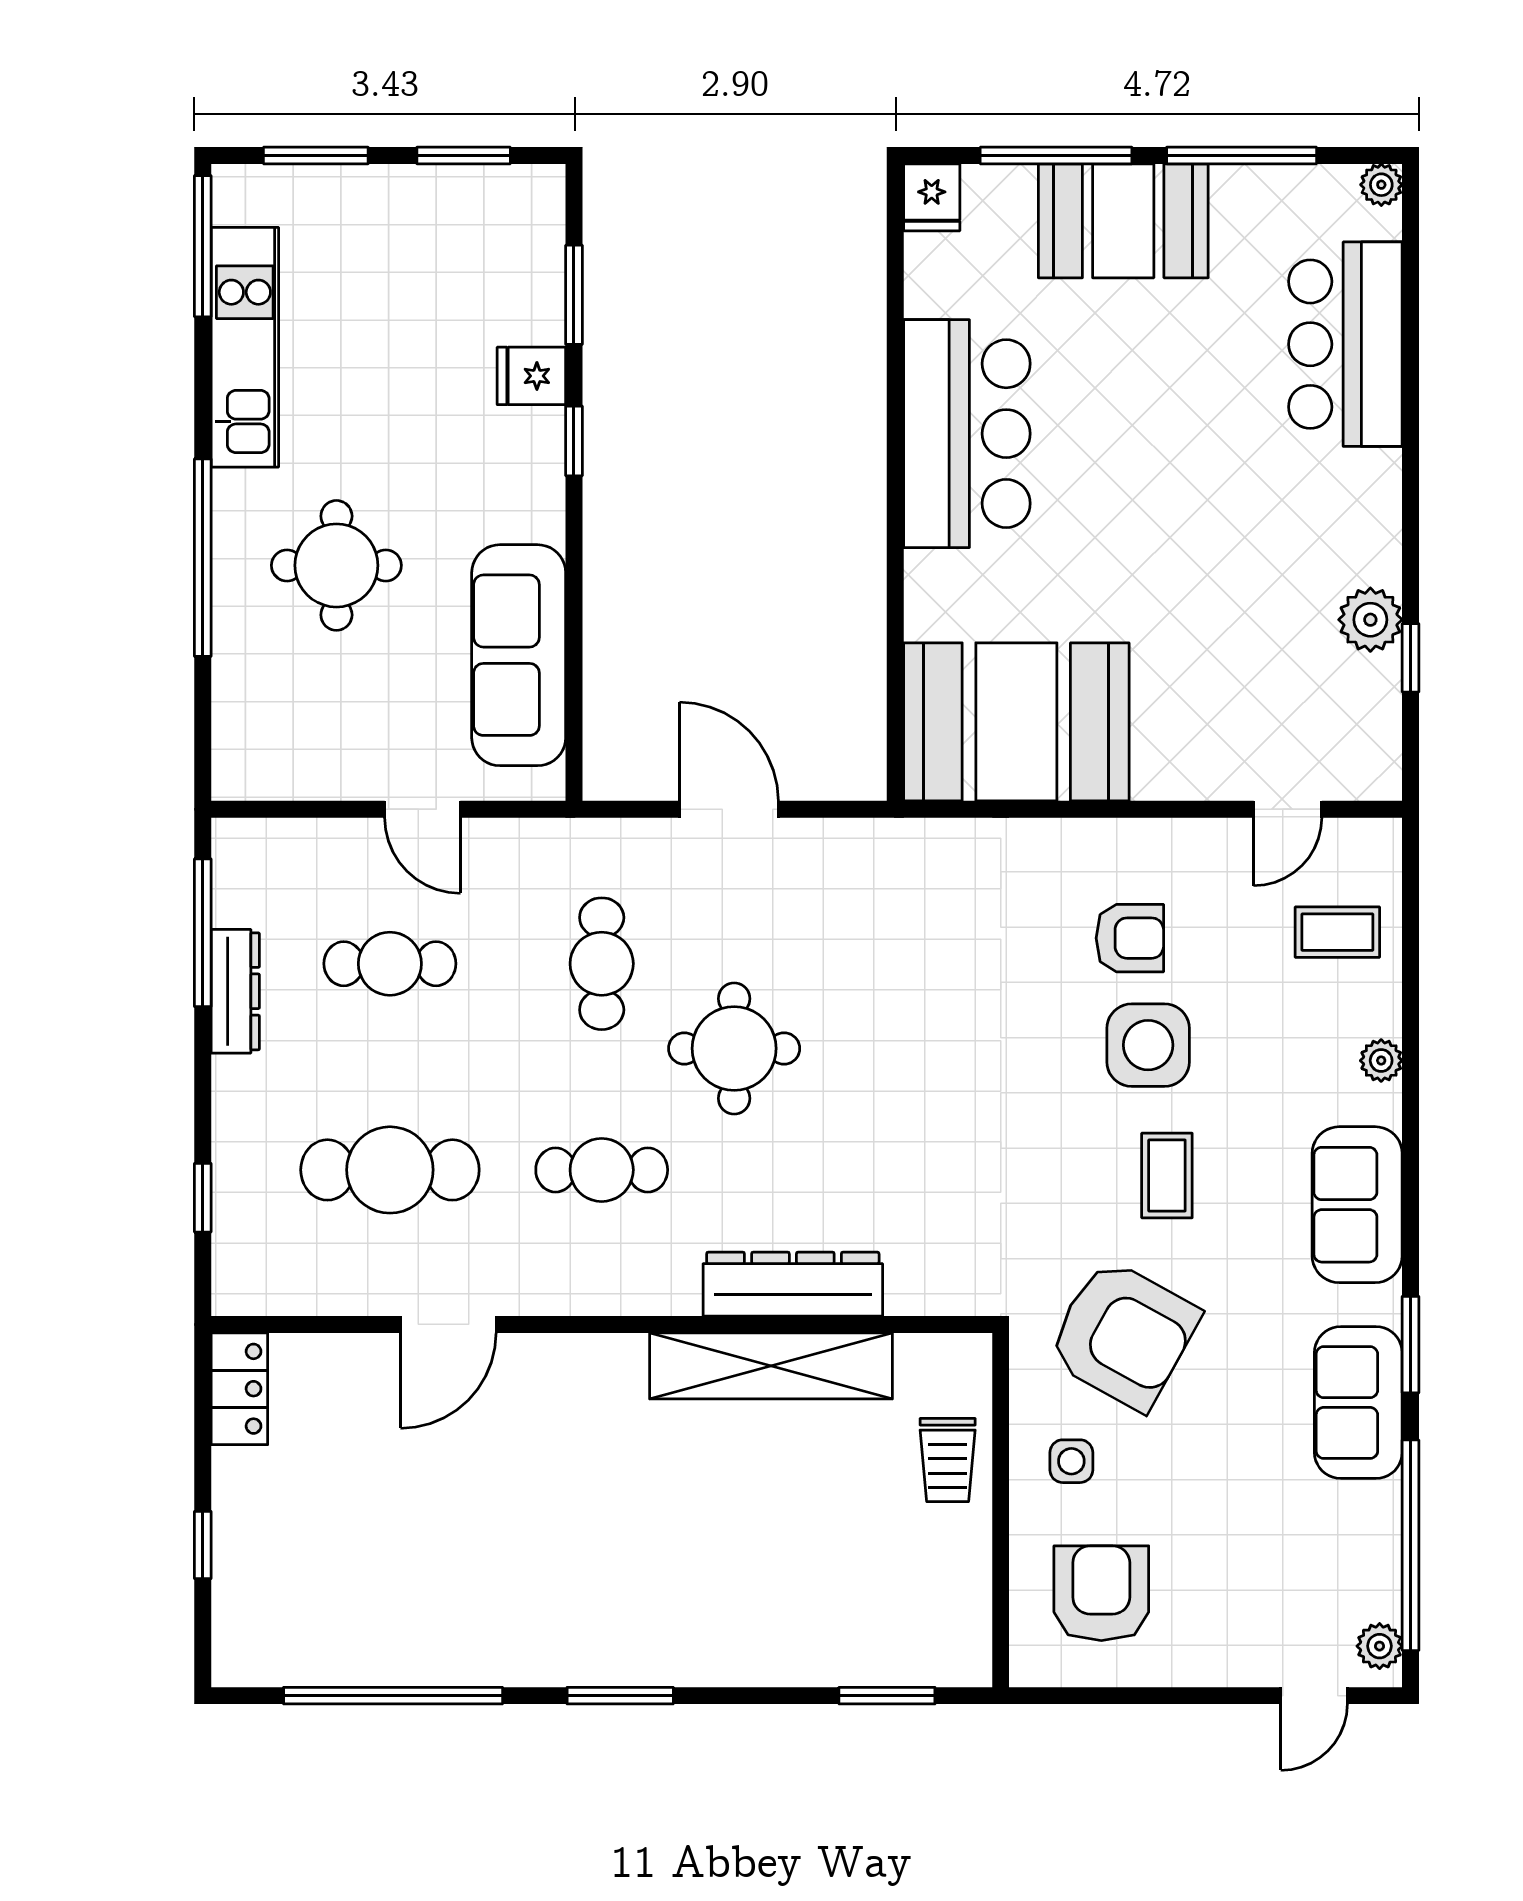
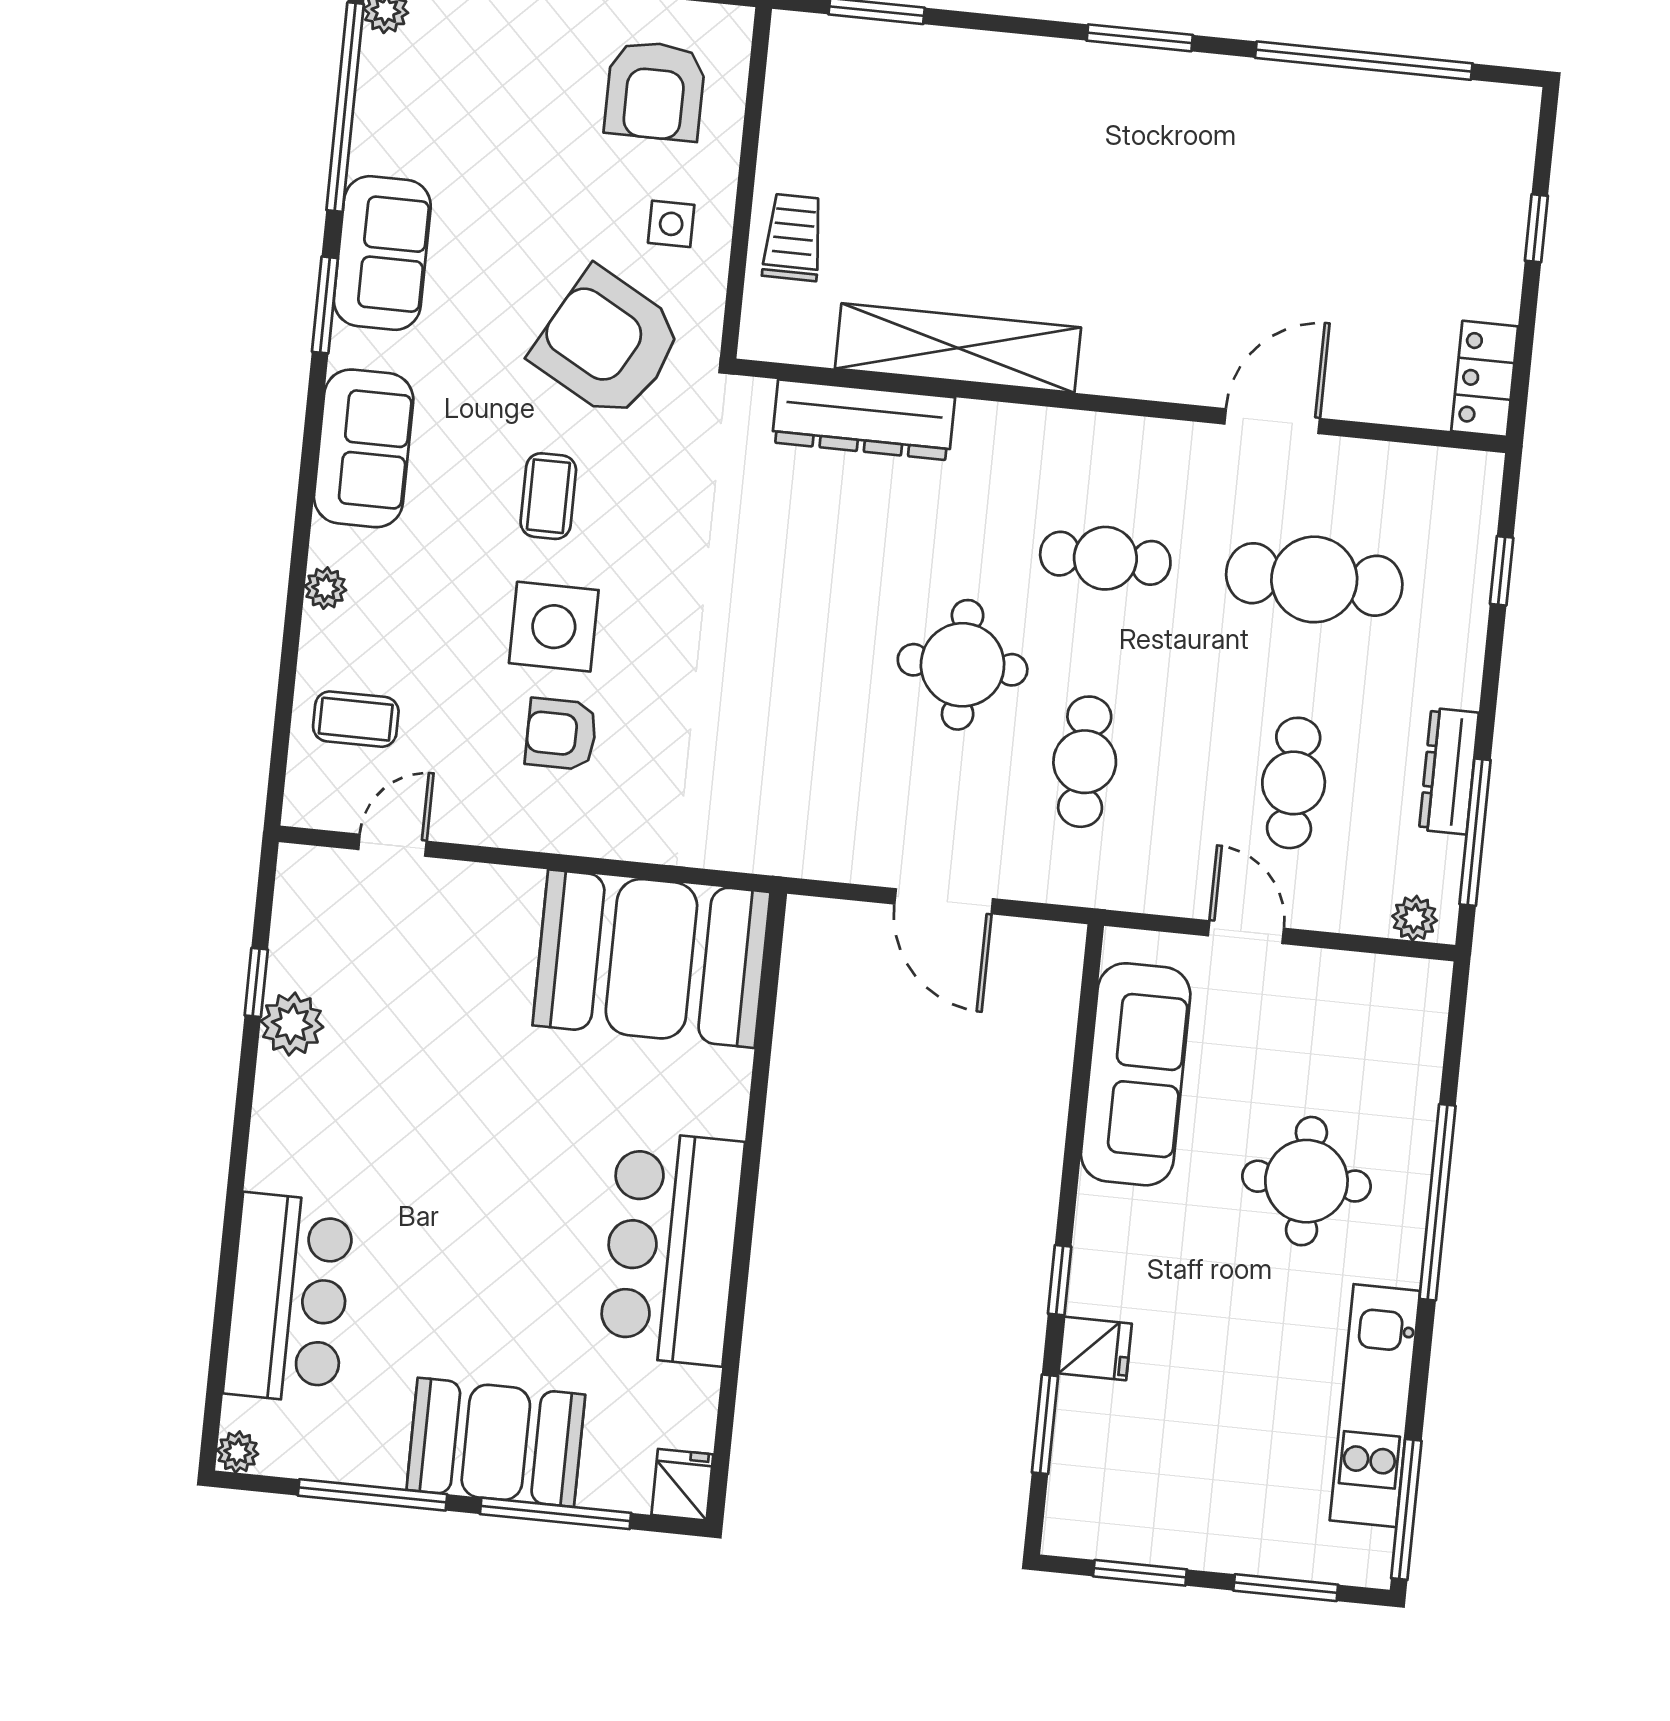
plant: (255, 840) -> (1415, 918), added
cafe table: (390, 964) -> (1294, 783), turned 90
dresser: (793, 1284) -> (863, 420), moved

